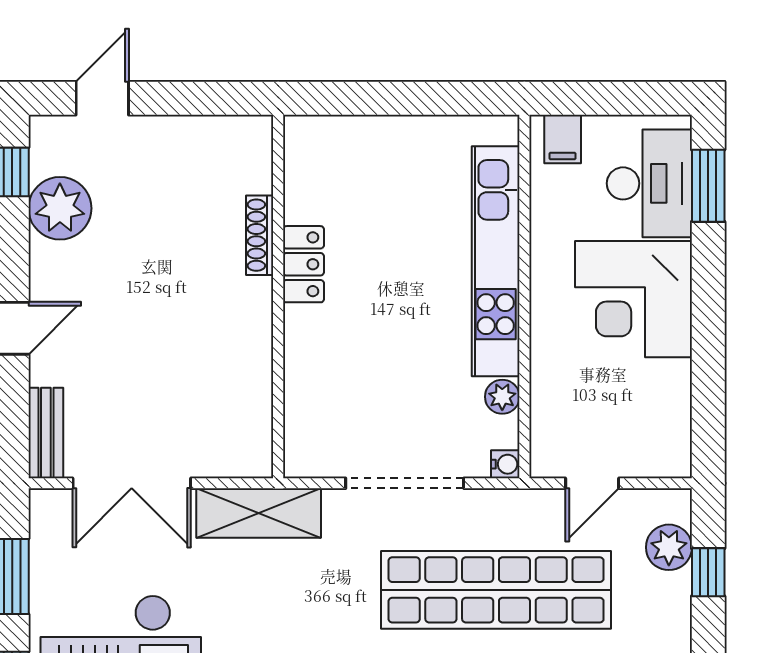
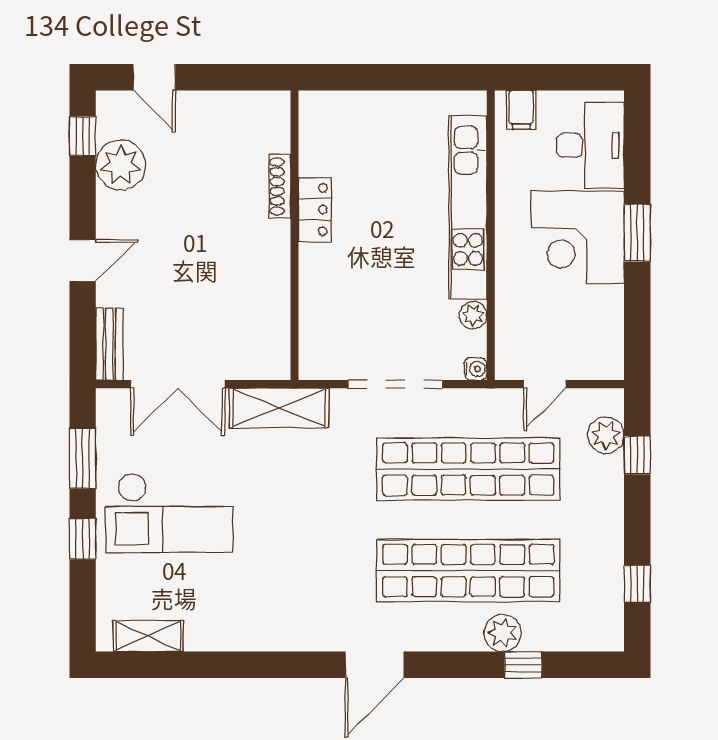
door: (102, 98) -> (154, 77), swing flipped
window: (708, 186) -> (637, 233), moved

